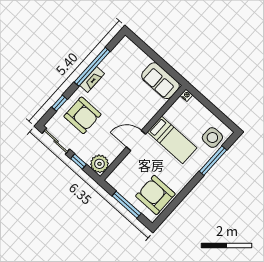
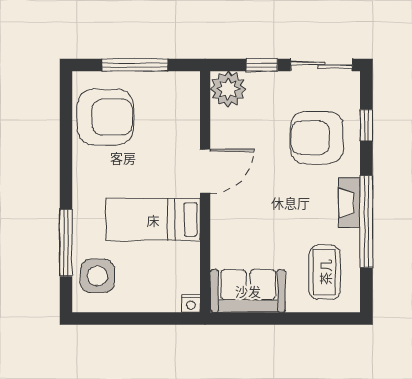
coffee table: (125, 62) -> (325, 272), added

